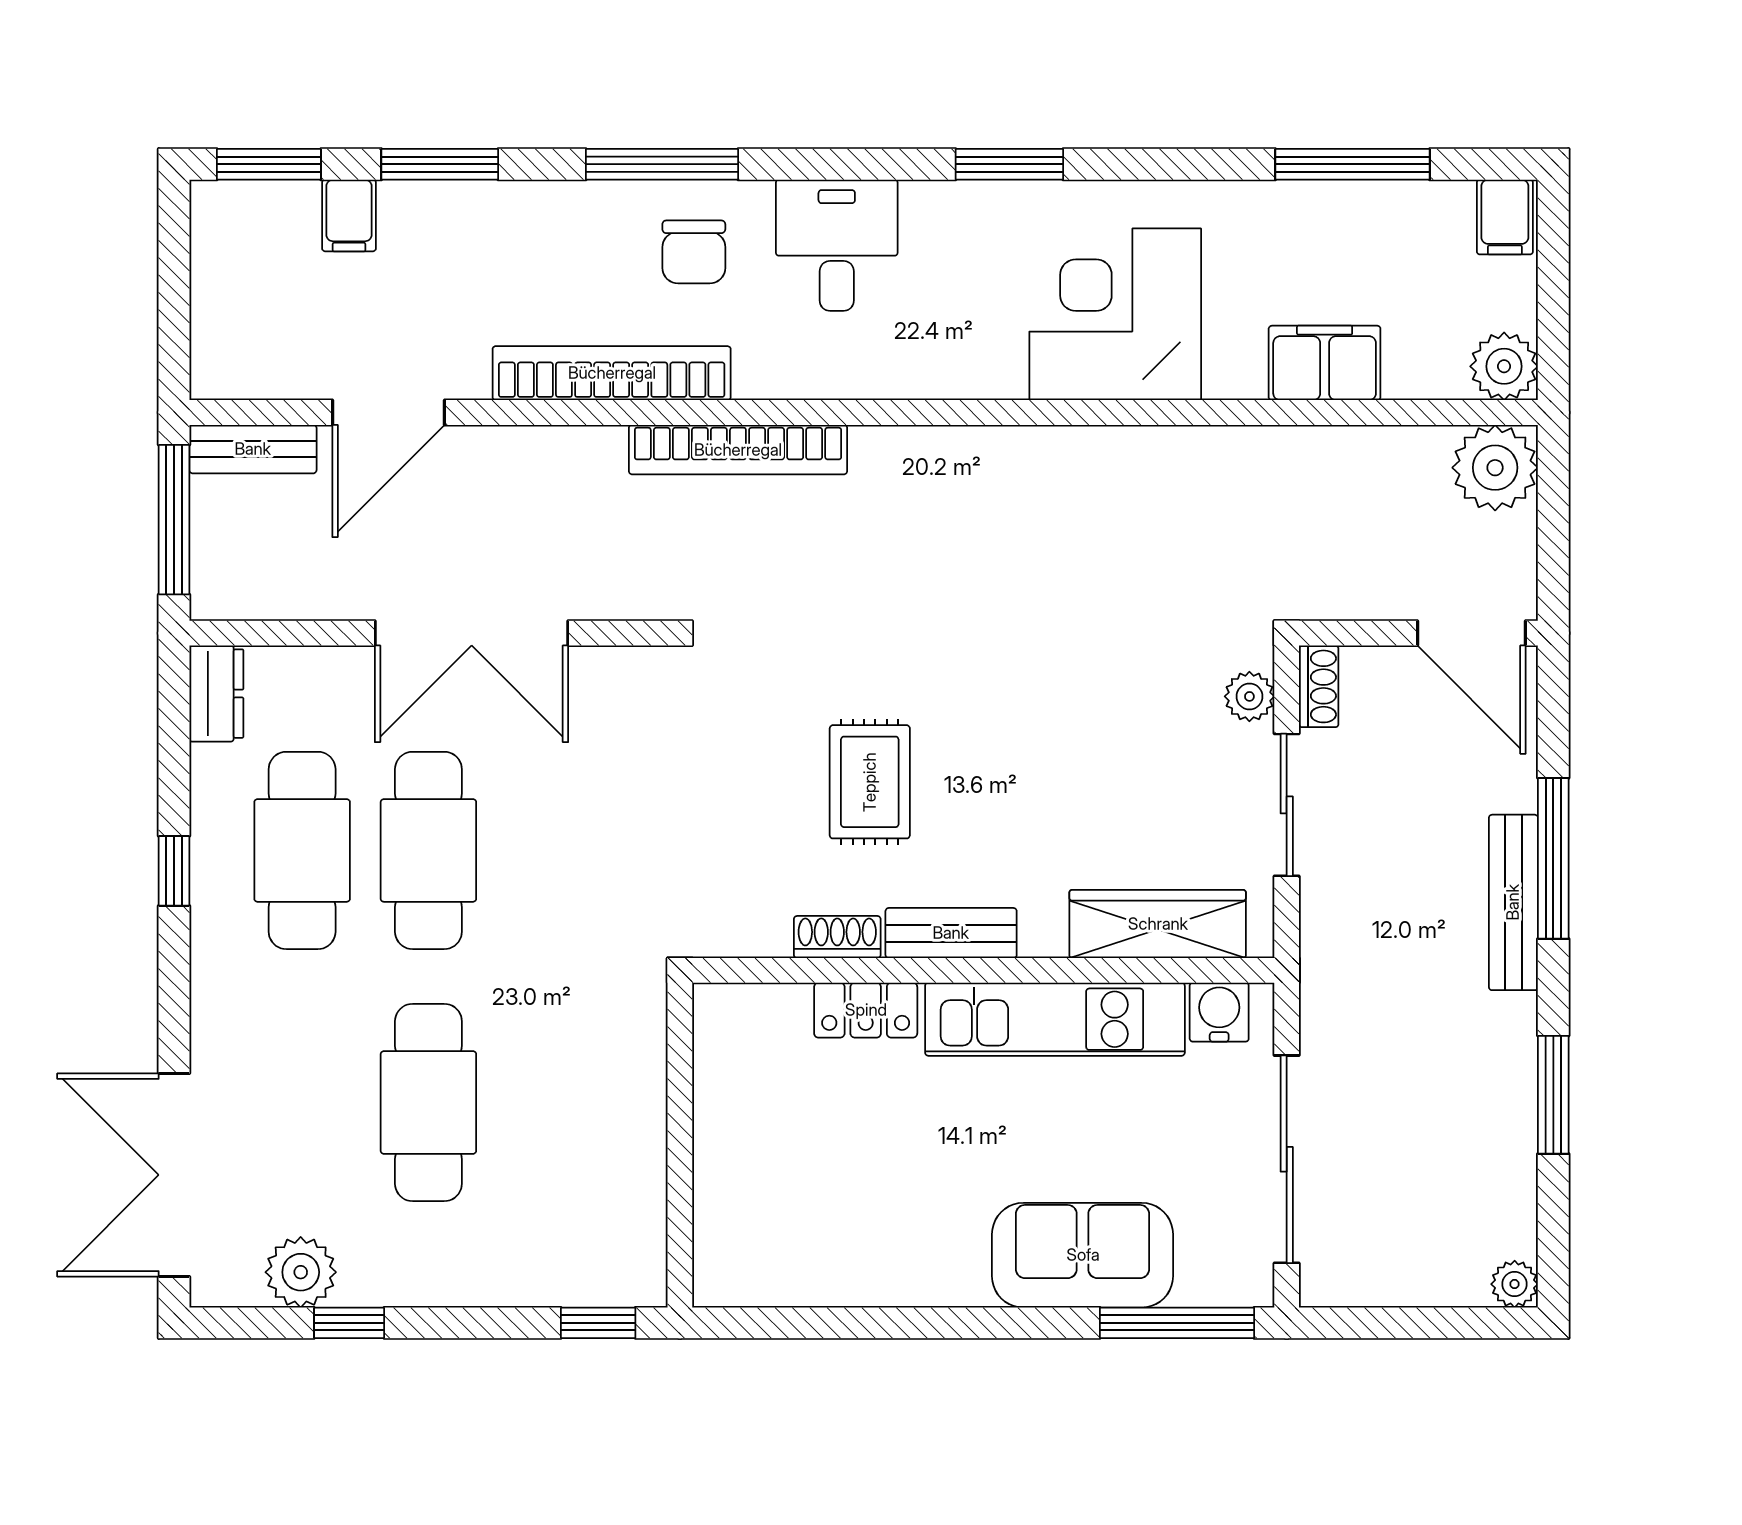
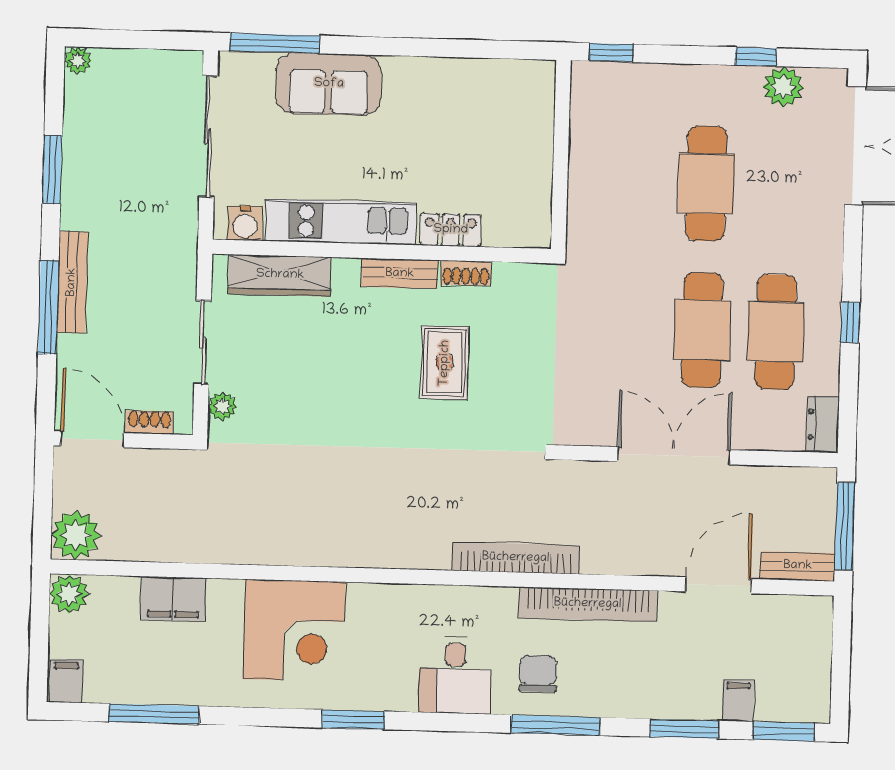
shoe rack: (1319, 686) -> (149, 422), moved, turned 90

